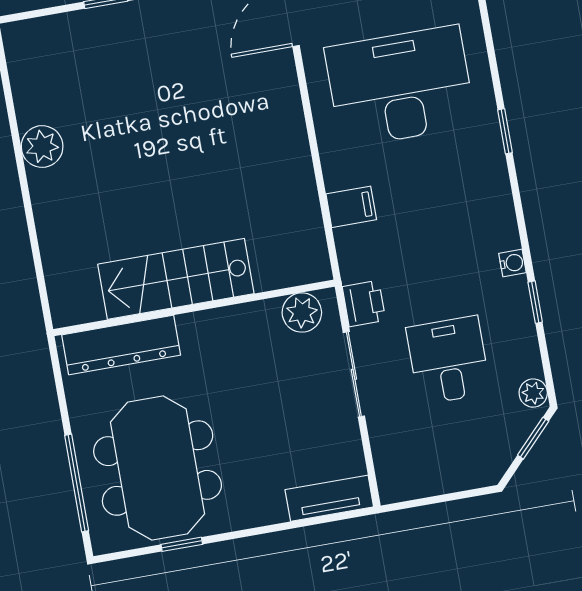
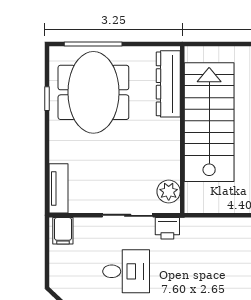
filing cabinet: (351, 207) -> (63, 231), moved
stairs: (176, 279) -> (209, 122), width x1.36, depth x1.51
meeting table: (158, 468) -> (93, 92), turned 90

